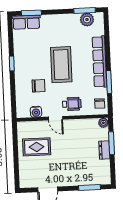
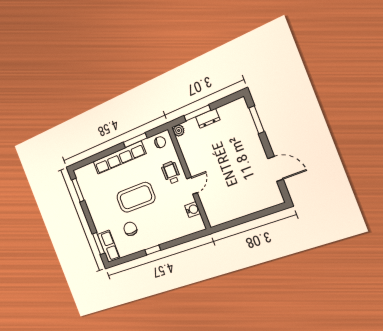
plant: (87, 20) -> (85, 185), removed
chair: (39, 86) -> (130, 229), moved
rug: (37, 147) -> (230, 197), removed

